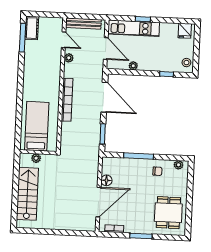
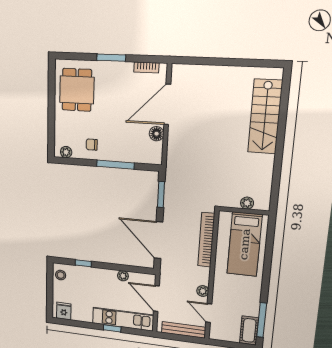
bed: (37, 126) -> (244, 244), moved
wall: (38, 152) -> (244, 211), moved
plant: (36, 158) -> (247, 203), moved

